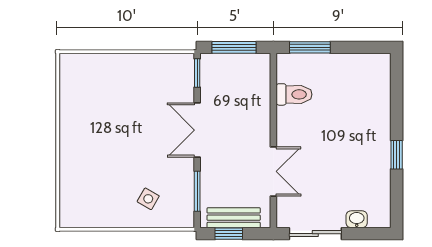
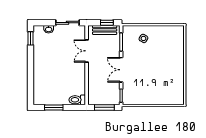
window: (310, 47) -> (54, 107), moved
toilet: (294, 94) -> (77, 100), moved
double door: (197, 130) -> (121, 70), swing flipped
window: (397, 155) -> (31, 38), moved

